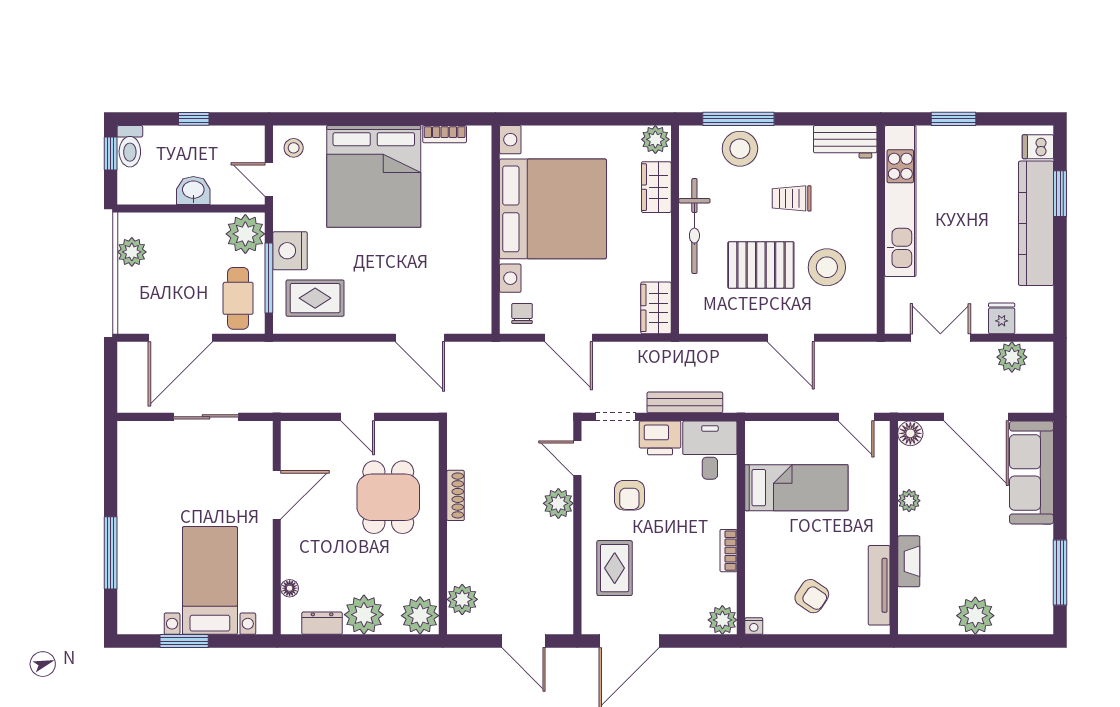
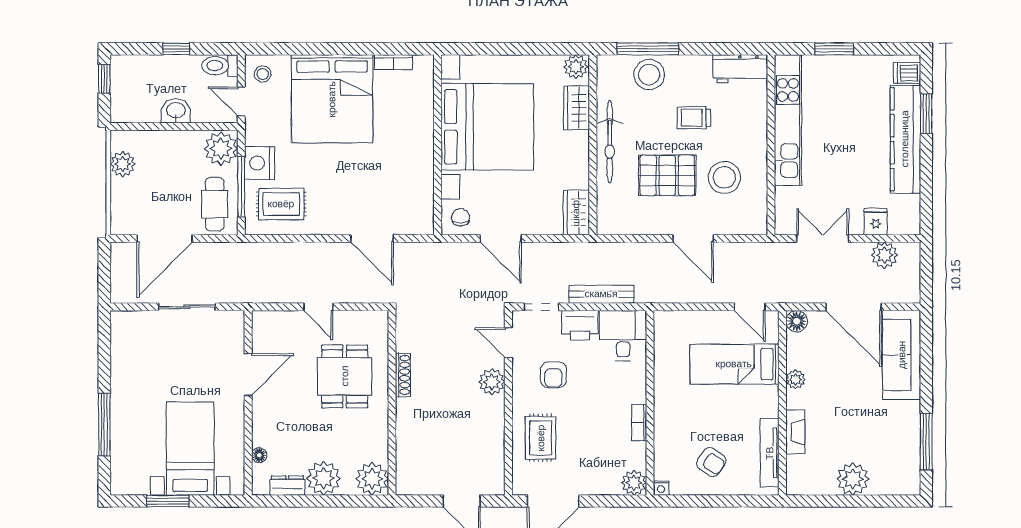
toilet: (130, 146) -> (220, 66), moved, turned 90
bed: (796, 488) -> (734, 364), moved, turned 180
plant: (462, 599) -> (409, 465), removed

